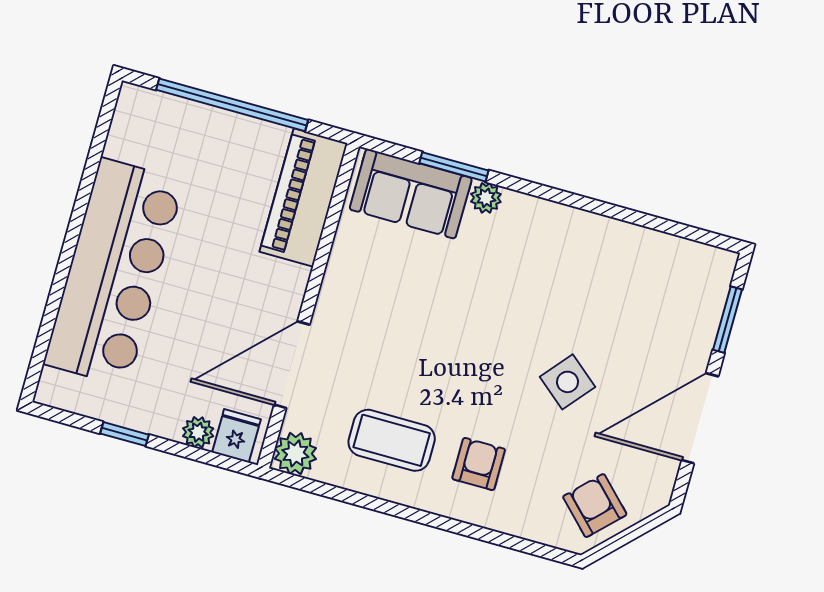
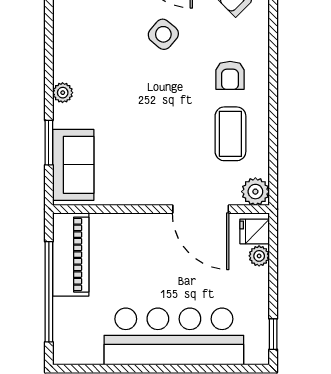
piano: (304, 198) -> (71, 255), moved, turned -90
plant: (486, 198) -> (63, 93), moved
window: (125, 434) -> (273, 334), moved
armchair: (479, 464) -> (230, 75), turned -90

